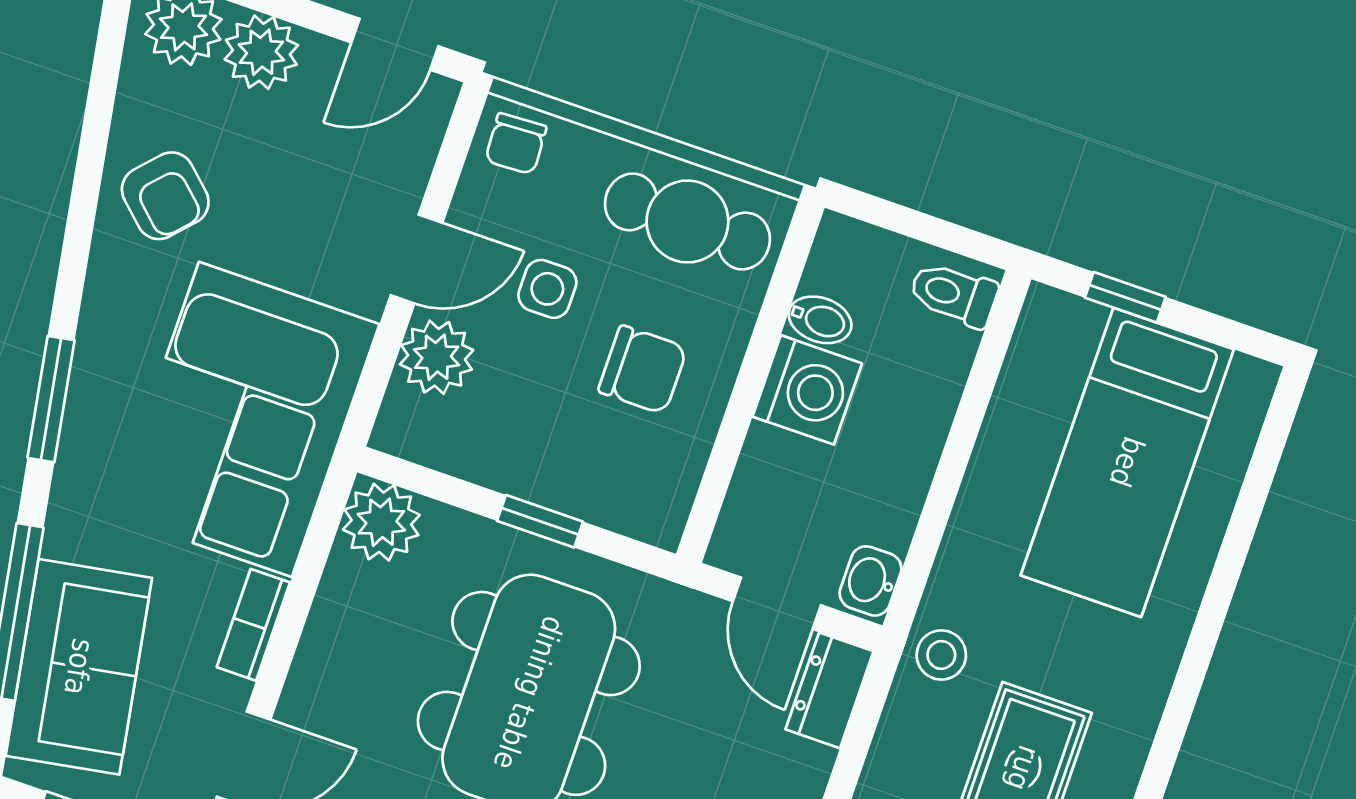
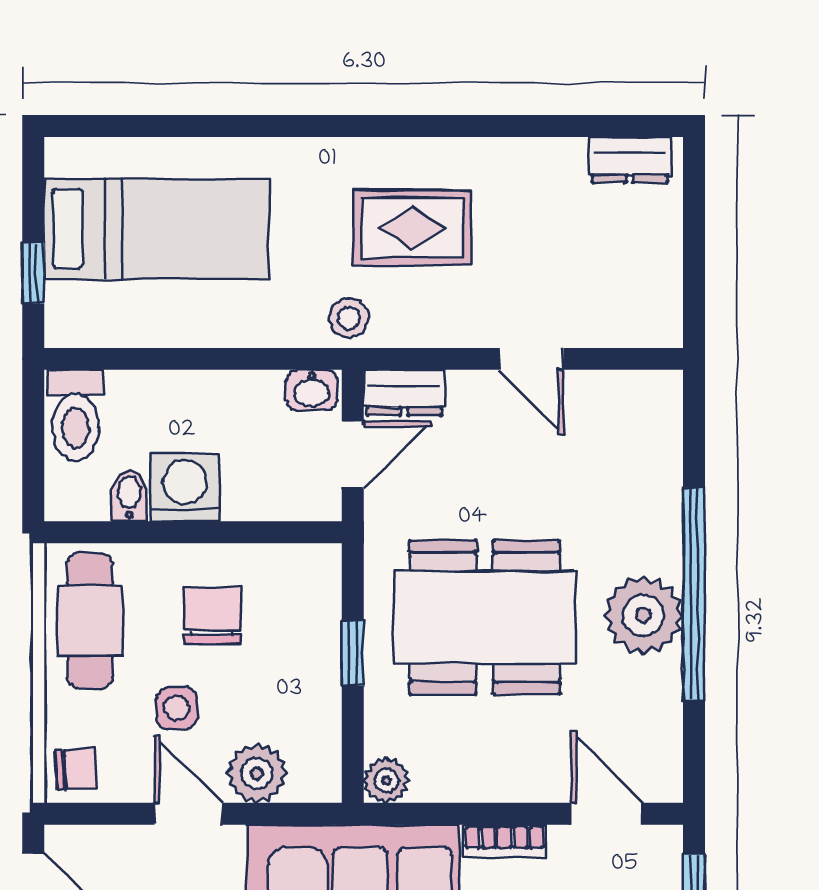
toilet: (954, 294) -> (75, 415), width x1.37, depth x1.39
plant: (381, 522) -> (386, 780), width x0.73, depth x0.73

